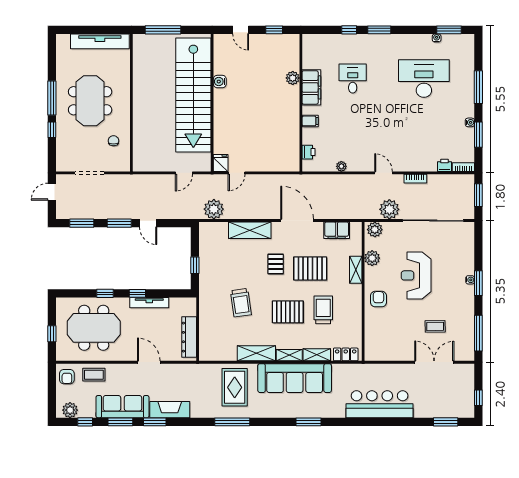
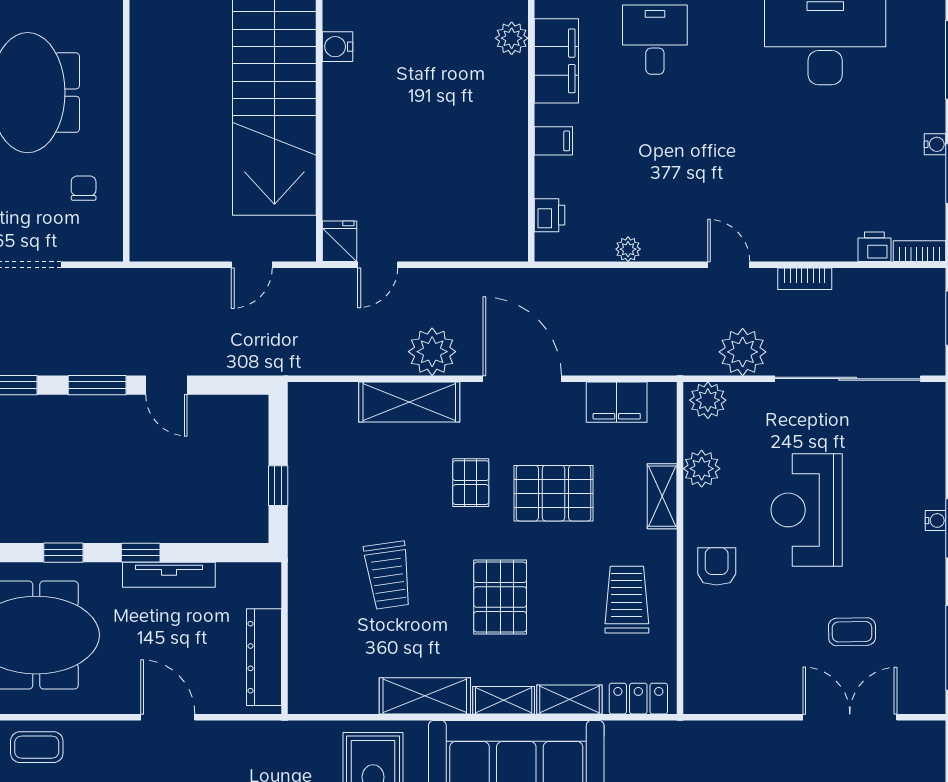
plant: (214, 209) -> (432, 352), moved
trolley: (323, 310) -> (627, 600), moved
pallet: (288, 312) -> (500, 597), turned 90

